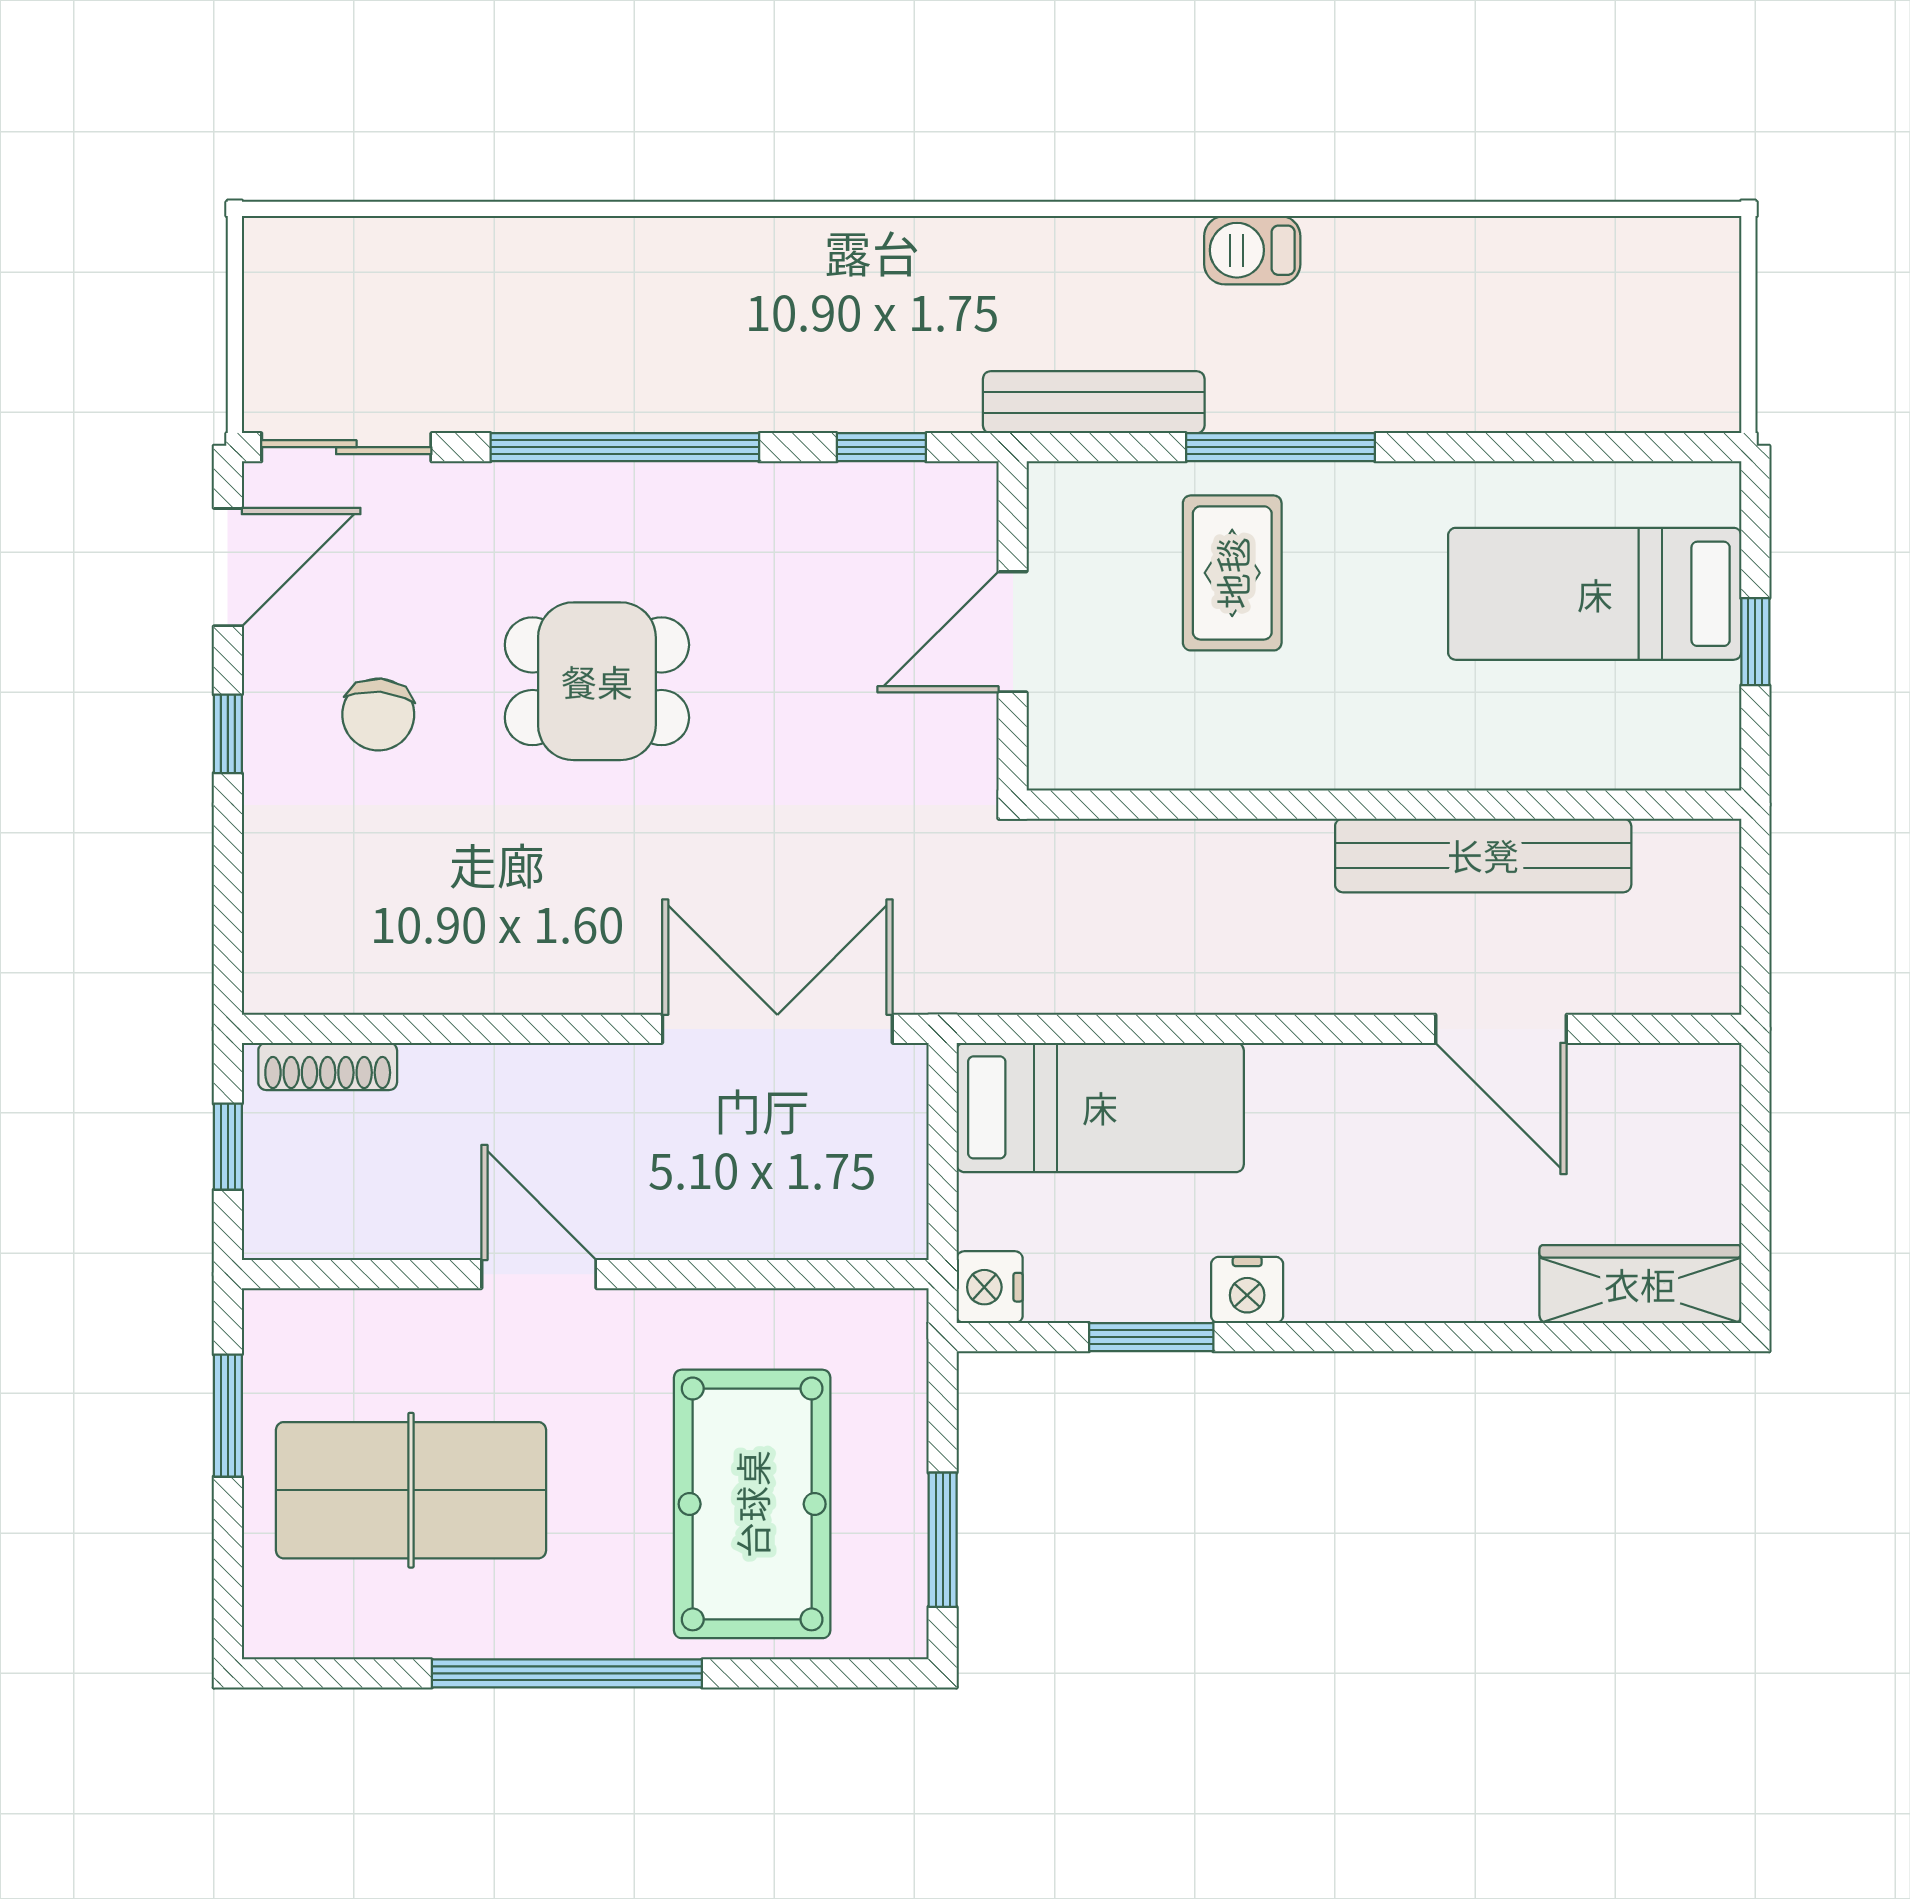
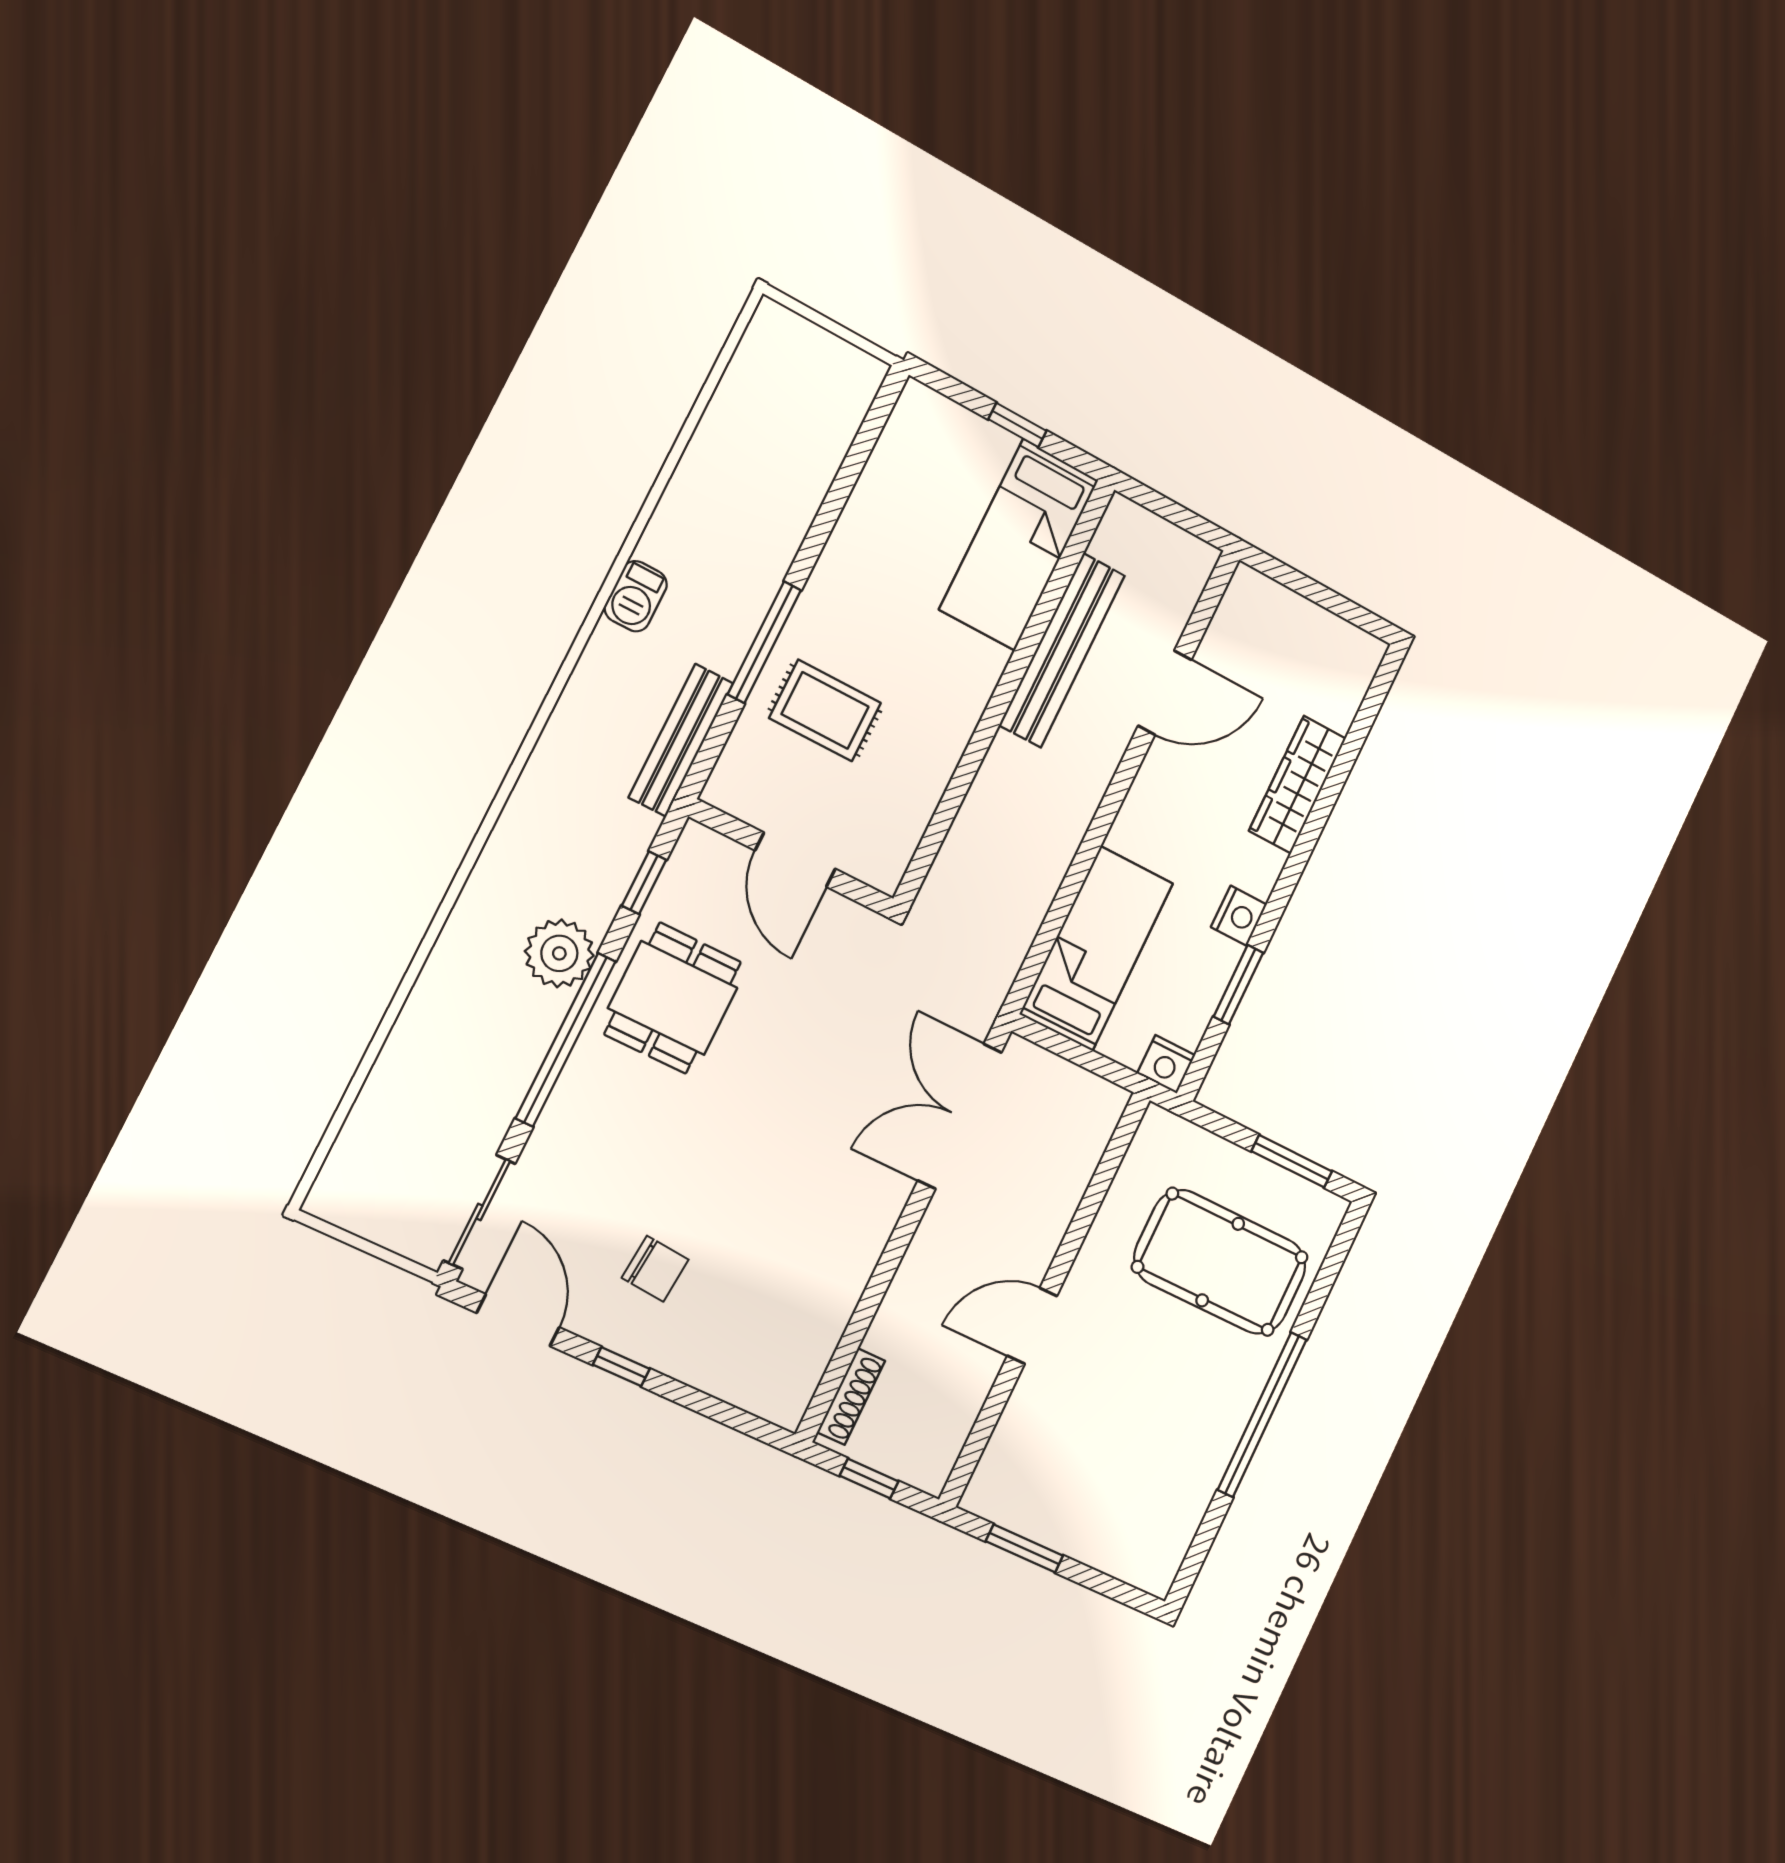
plant: (734, 383) -> (559, 953), added
bed: (1595, 594) -> (1019, 545), moved
dining table: (597, 681) -> (673, 998), moved
wardrobe: (1640, 1284) -> (1297, 785), moved
table tennis table: (411, 1490) -> (1118, 1459), removed

